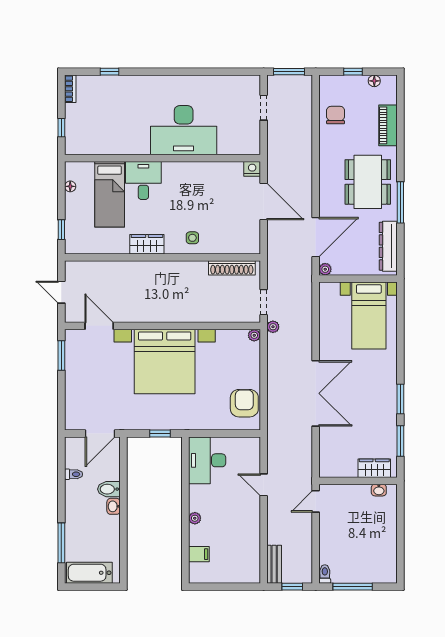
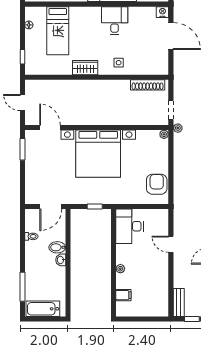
desk: (143, 180) -> (115, 21), moved

